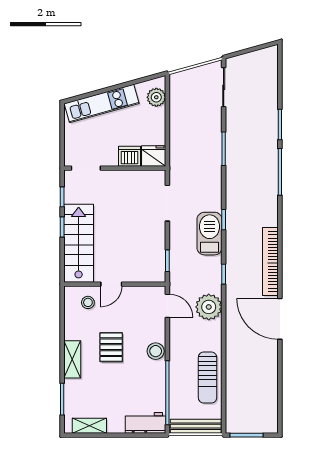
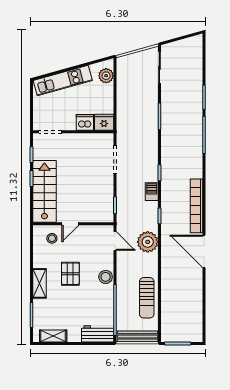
barbecue: (210, 234) -> (152, 192), width x0.53, depth x0.65

